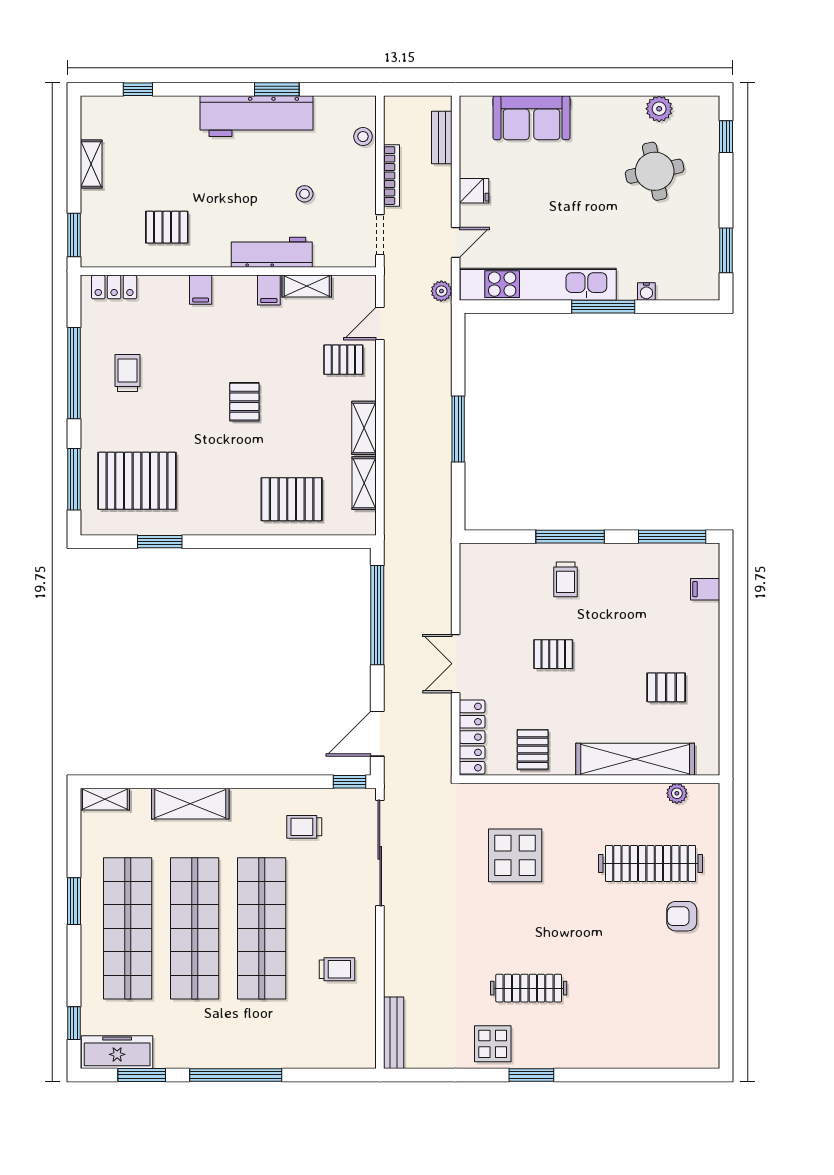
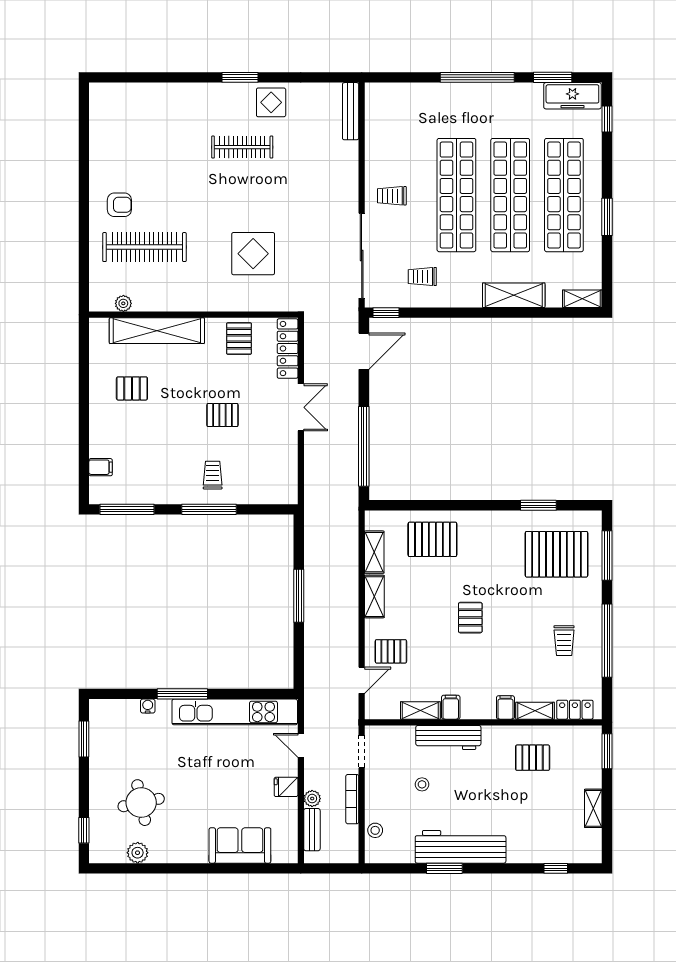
door: (456, 242) -> (301, 745), hinge flipped
shelving: (164, 286) -> (535, 711), added
plant: (441, 291) -> (312, 799), moved
trolley: (304, 827) -> (422, 277), turned 180
trolley: (337, 969) -> (392, 196), moved

